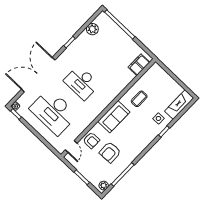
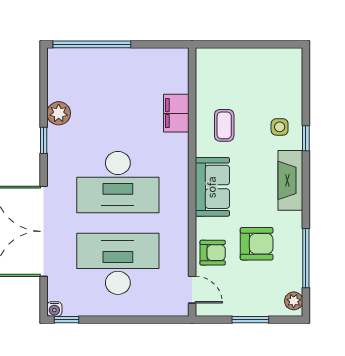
plant: (92, 29) -> (59, 113), moved
filing cabinet: (139, 65) -> (176, 113), moved
desk: (82, 83) -> (118, 182), width x1.36, depth x1.30
fireplace: (179, 105) -> (290, 180), moved
desk: (54, 112) -> (118, 264), turned 180
armchair: (110, 152) -> (257, 244), turned -88

